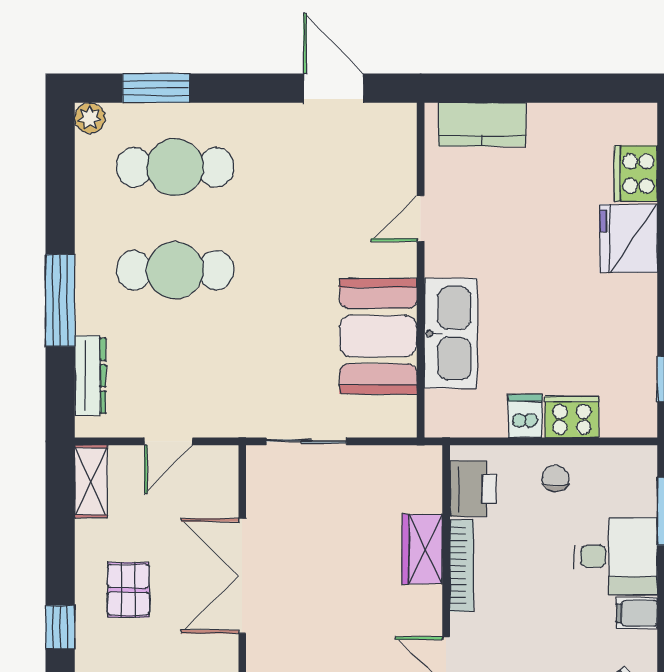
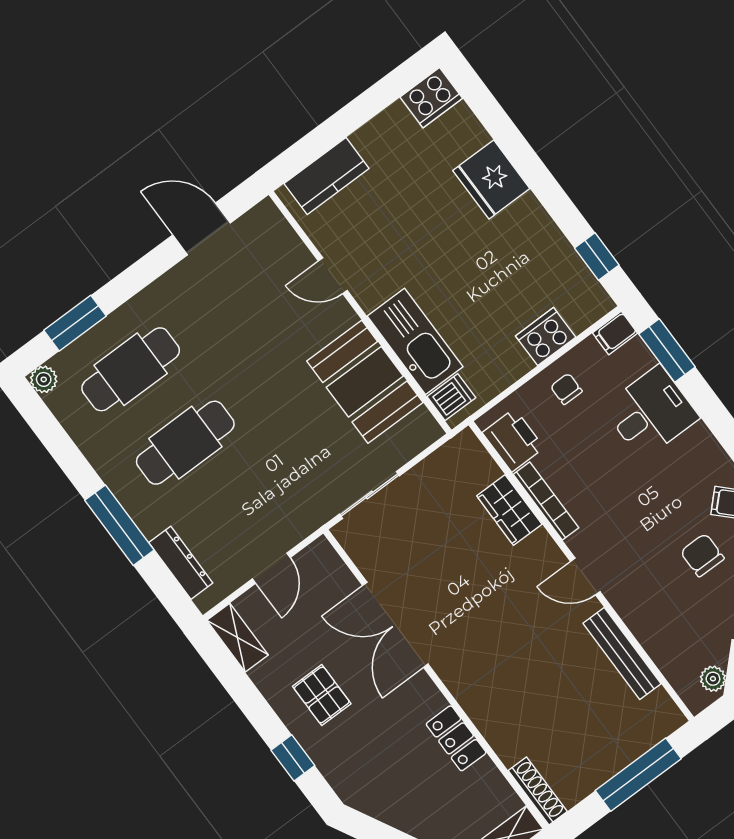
cooker: (636, 174) -> (431, 98), moved, turned -90
door: (421, 219) -> (333, 276), hinge flipped
dishwasher: (525, 416) -> (451, 397), moved, turned 90
filing cabinet: (637, 613) -> (615, 333), moved

